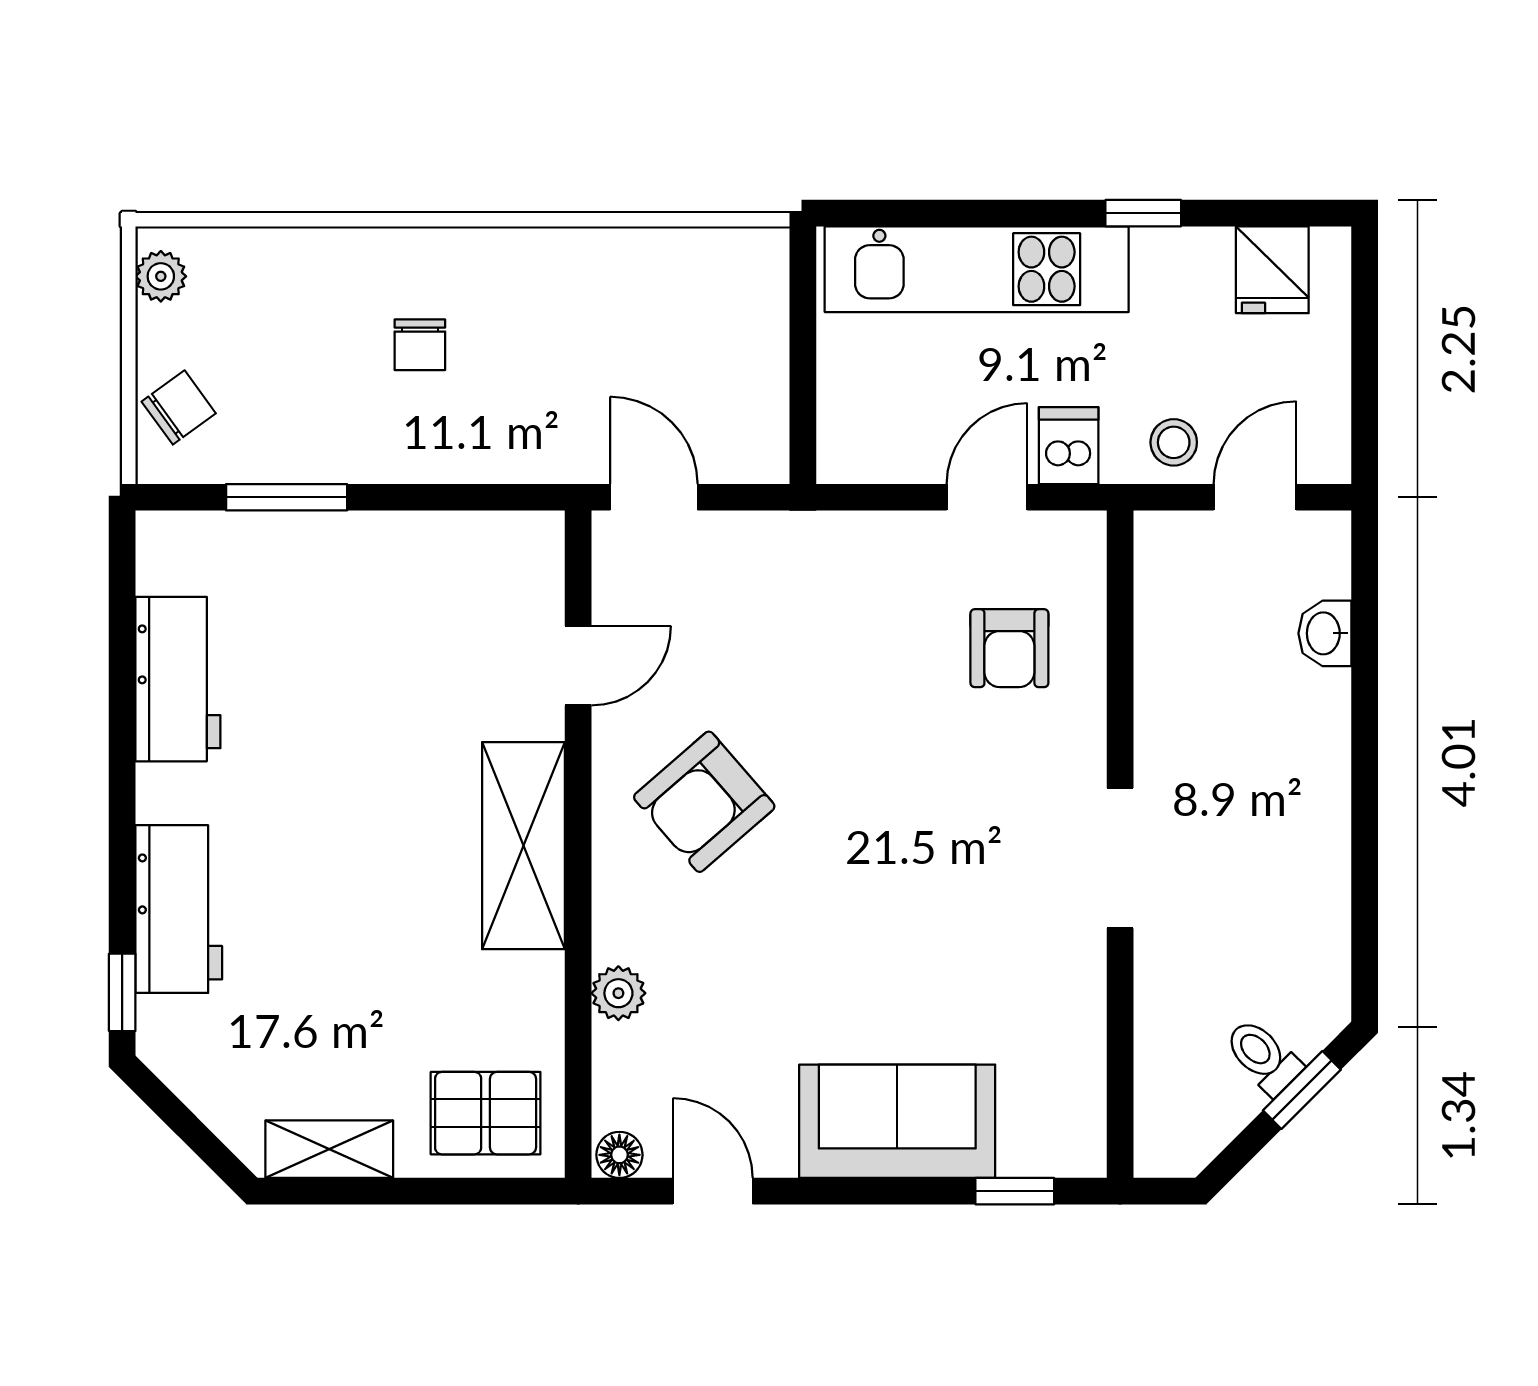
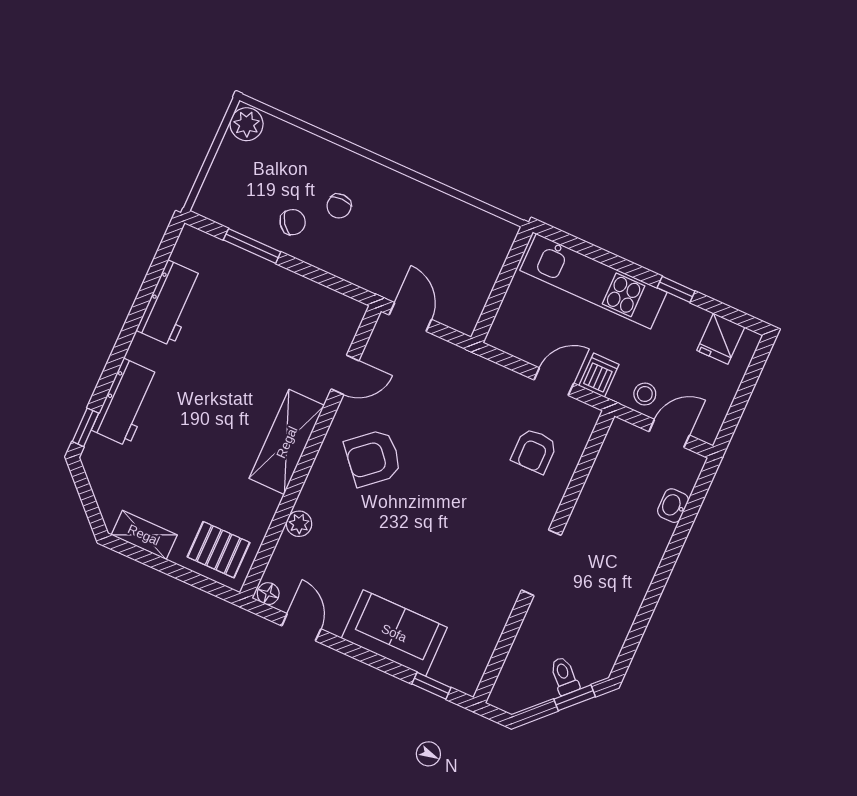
plant: (161, 276) -> (247, 124), width x1.38, depth x1.38
chair: (179, 407) -> (293, 222), moved

